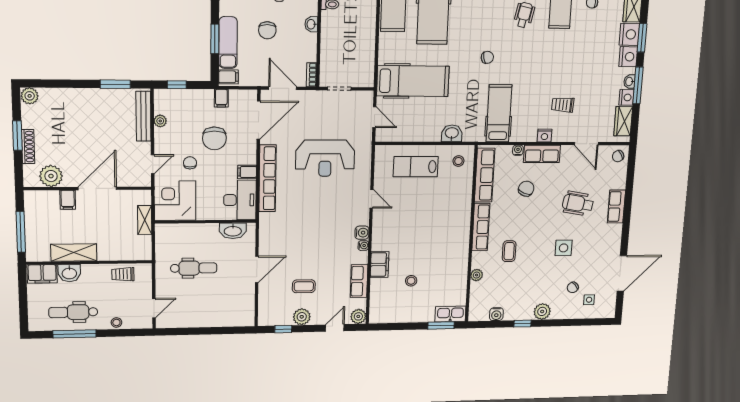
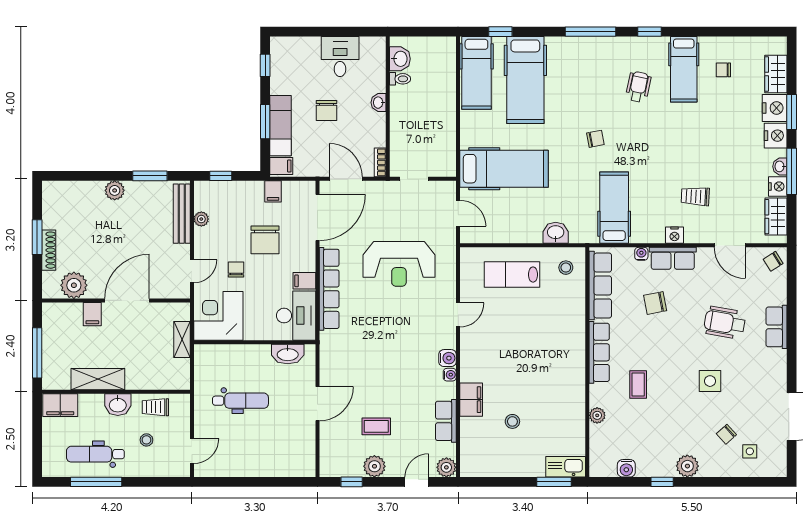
plant: (30, 96) -> (115, 190), moved
chair: (526, 189) -> (655, 303), turned -123
door: (372, 199) -> (458, 315), hinge flipped
washbasin: (69, 273) -> (118, 405), moved
stool: (116, 322) -> (146, 440), moved

